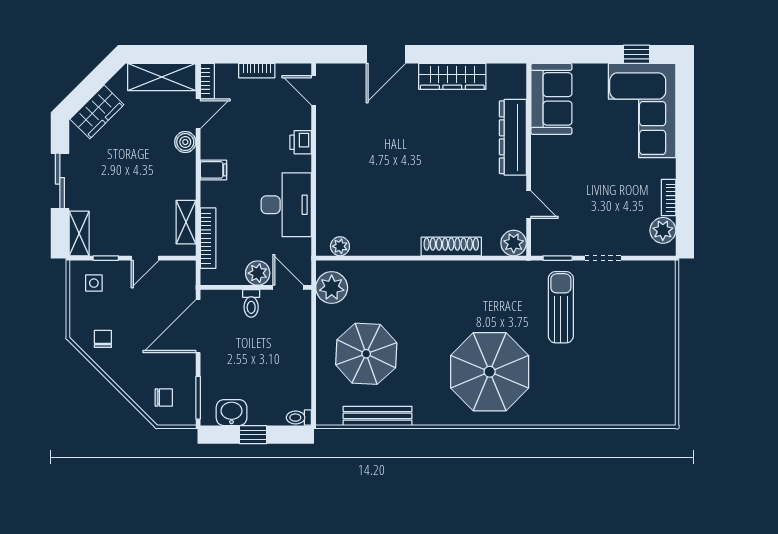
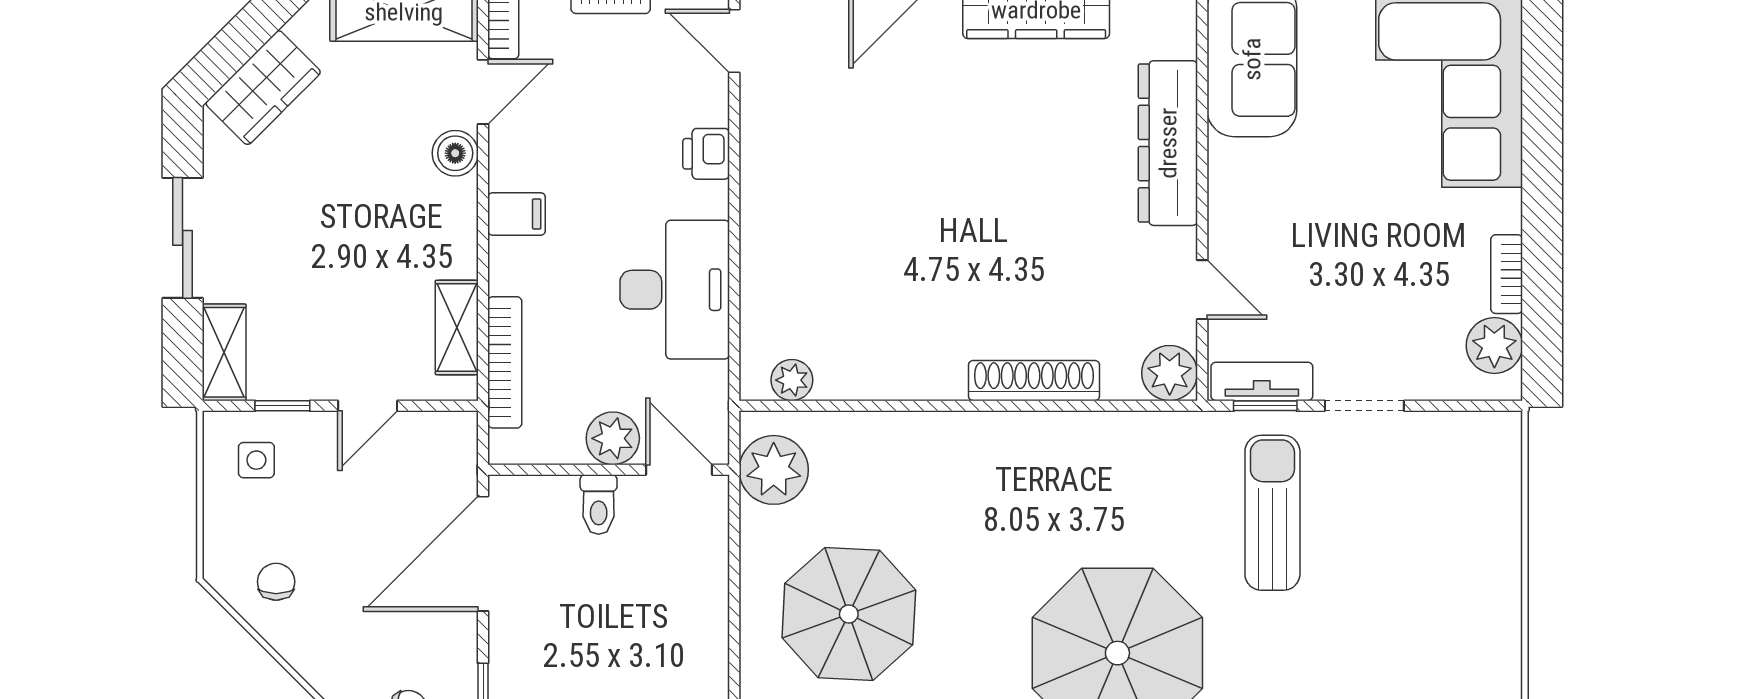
tv unit: (556, 247) -> (1262, 381), added

